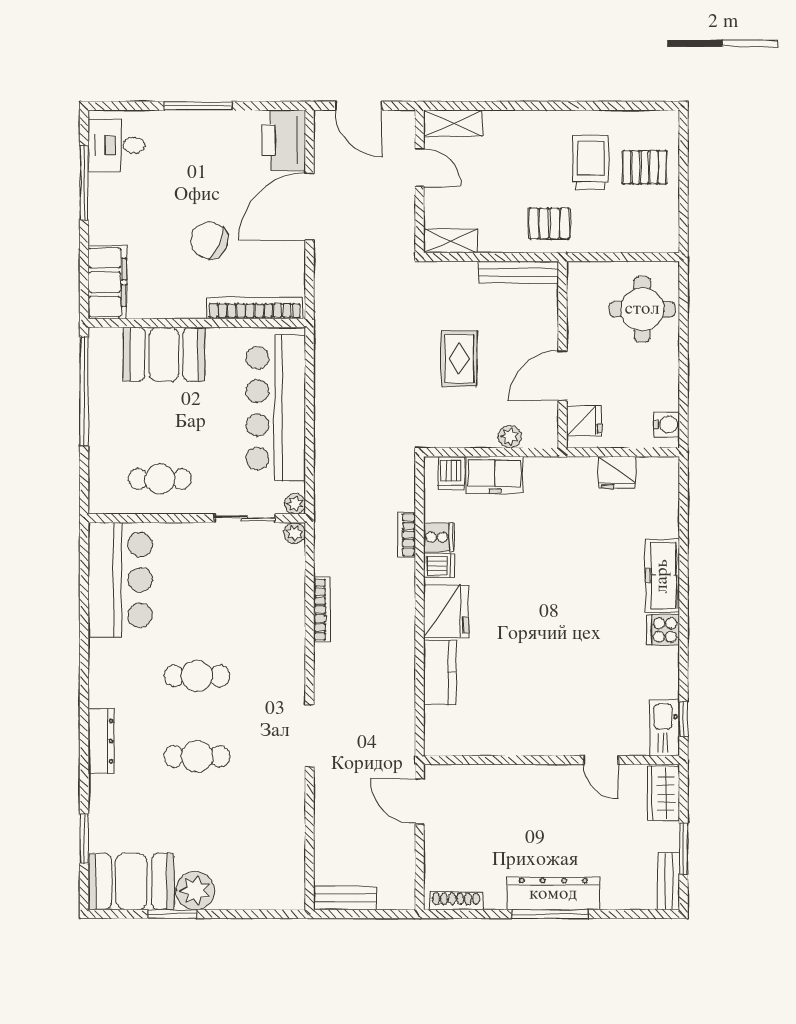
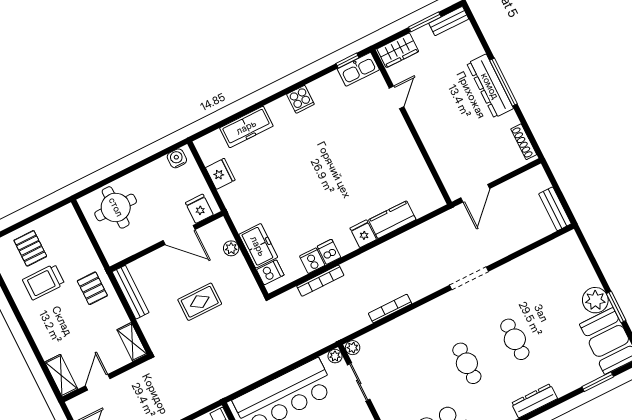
bookcase: (406, 535) -> (320, 281), width x1.56
freezer: (662, 576) -> (246, 127), moved
fridge: (446, 611) -> (363, 234), width x0.53, depth x0.75

